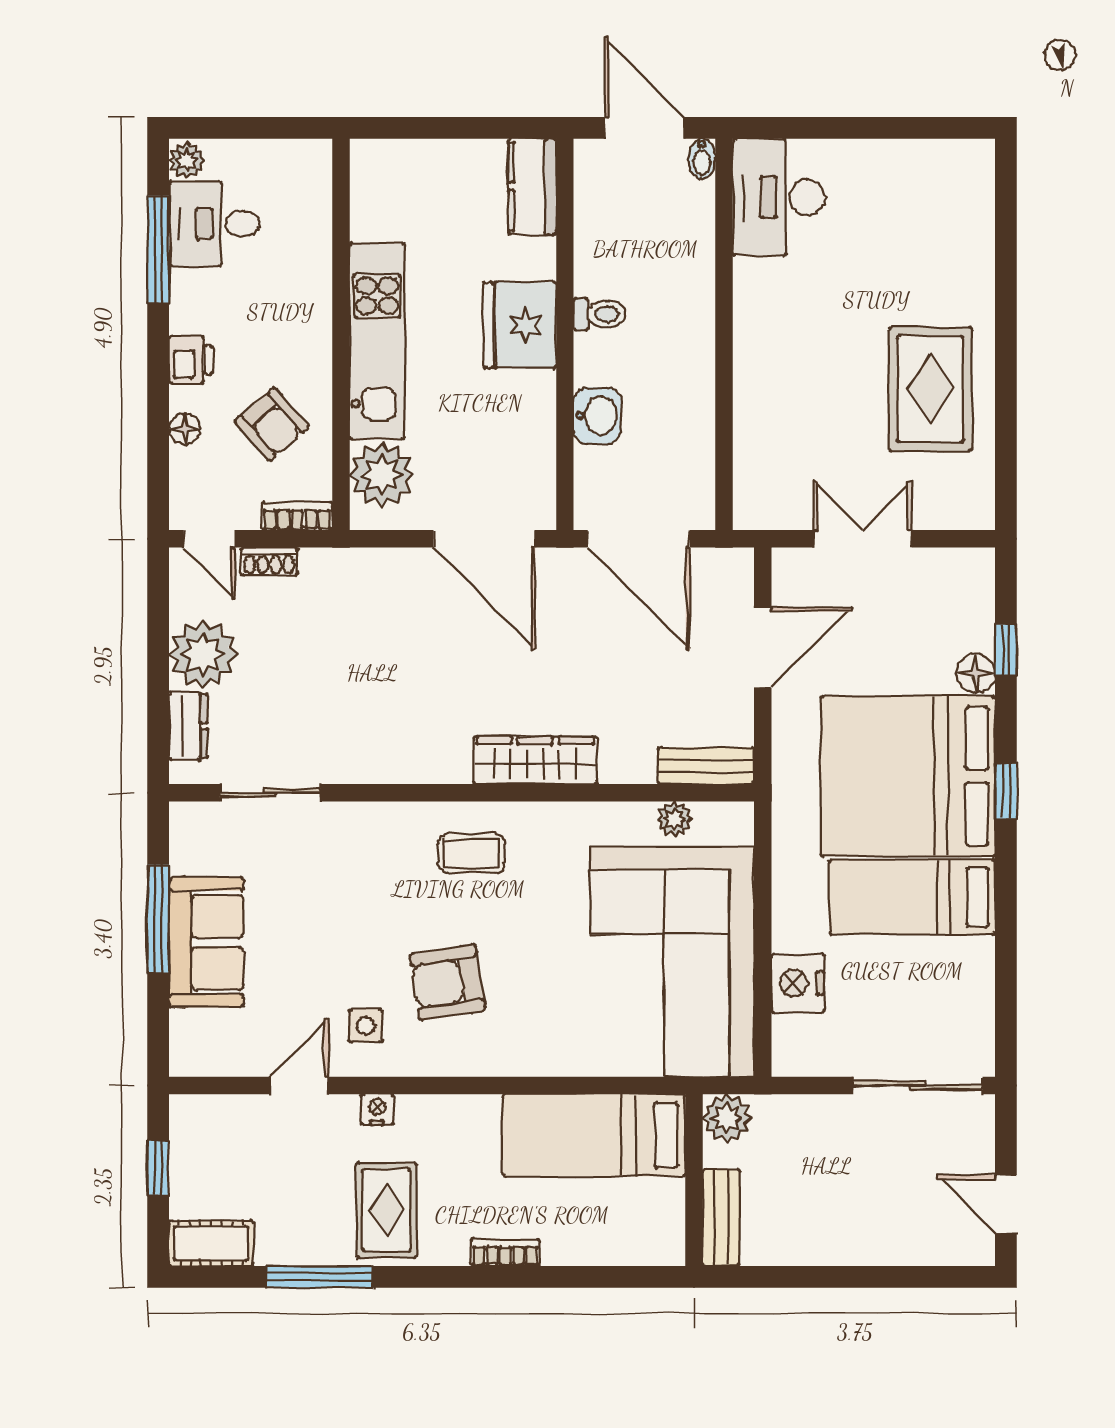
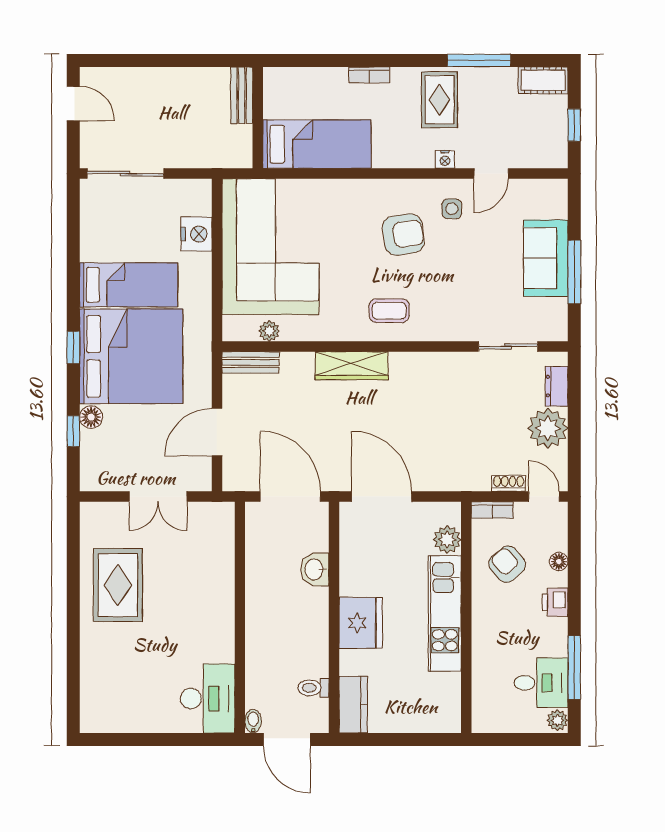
toilet: (600, 314) -> (313, 688), moved
plant: (382, 475) -> (447, 540), width x0.73, depth x0.73
plant: (727, 1118) -> (238, 154), removed

